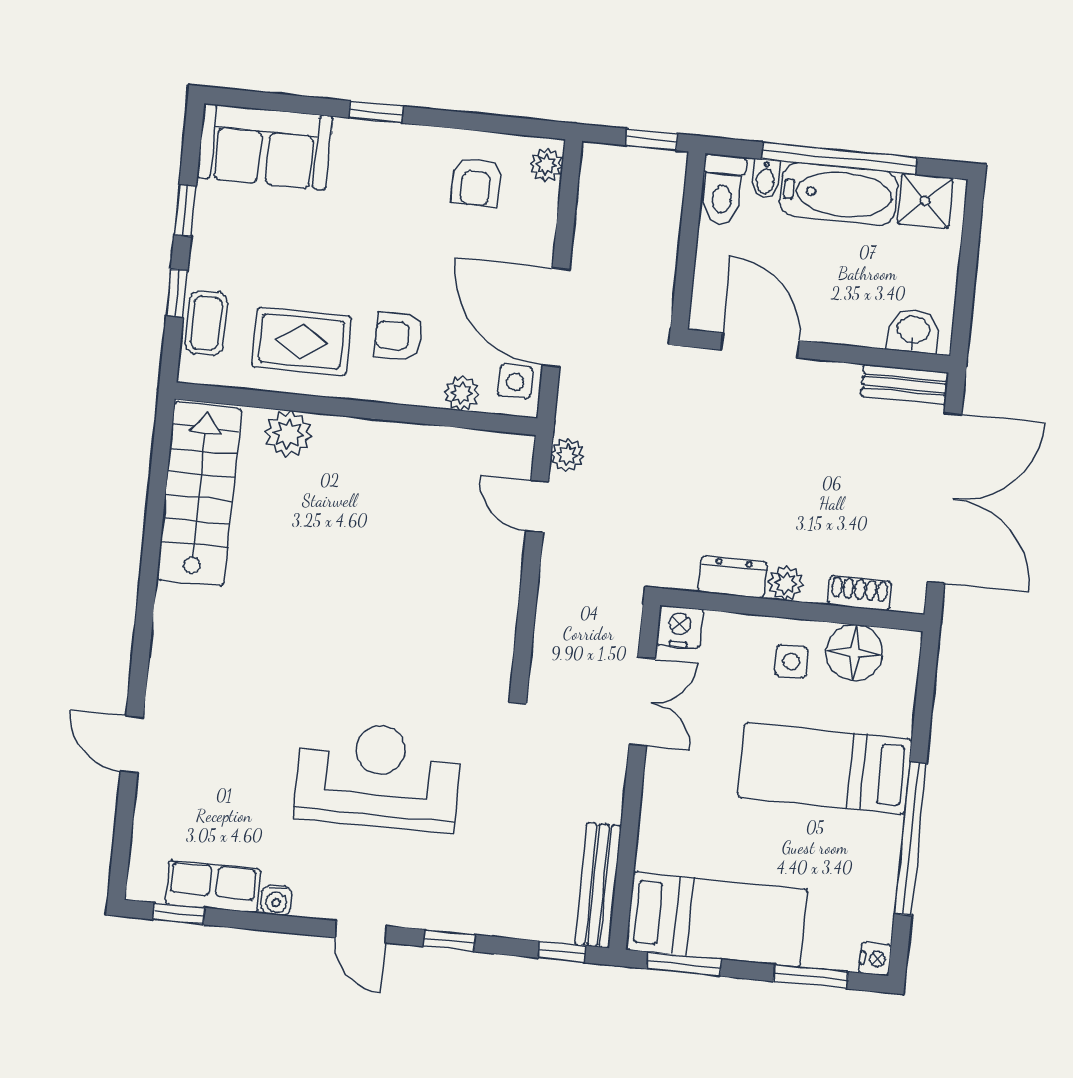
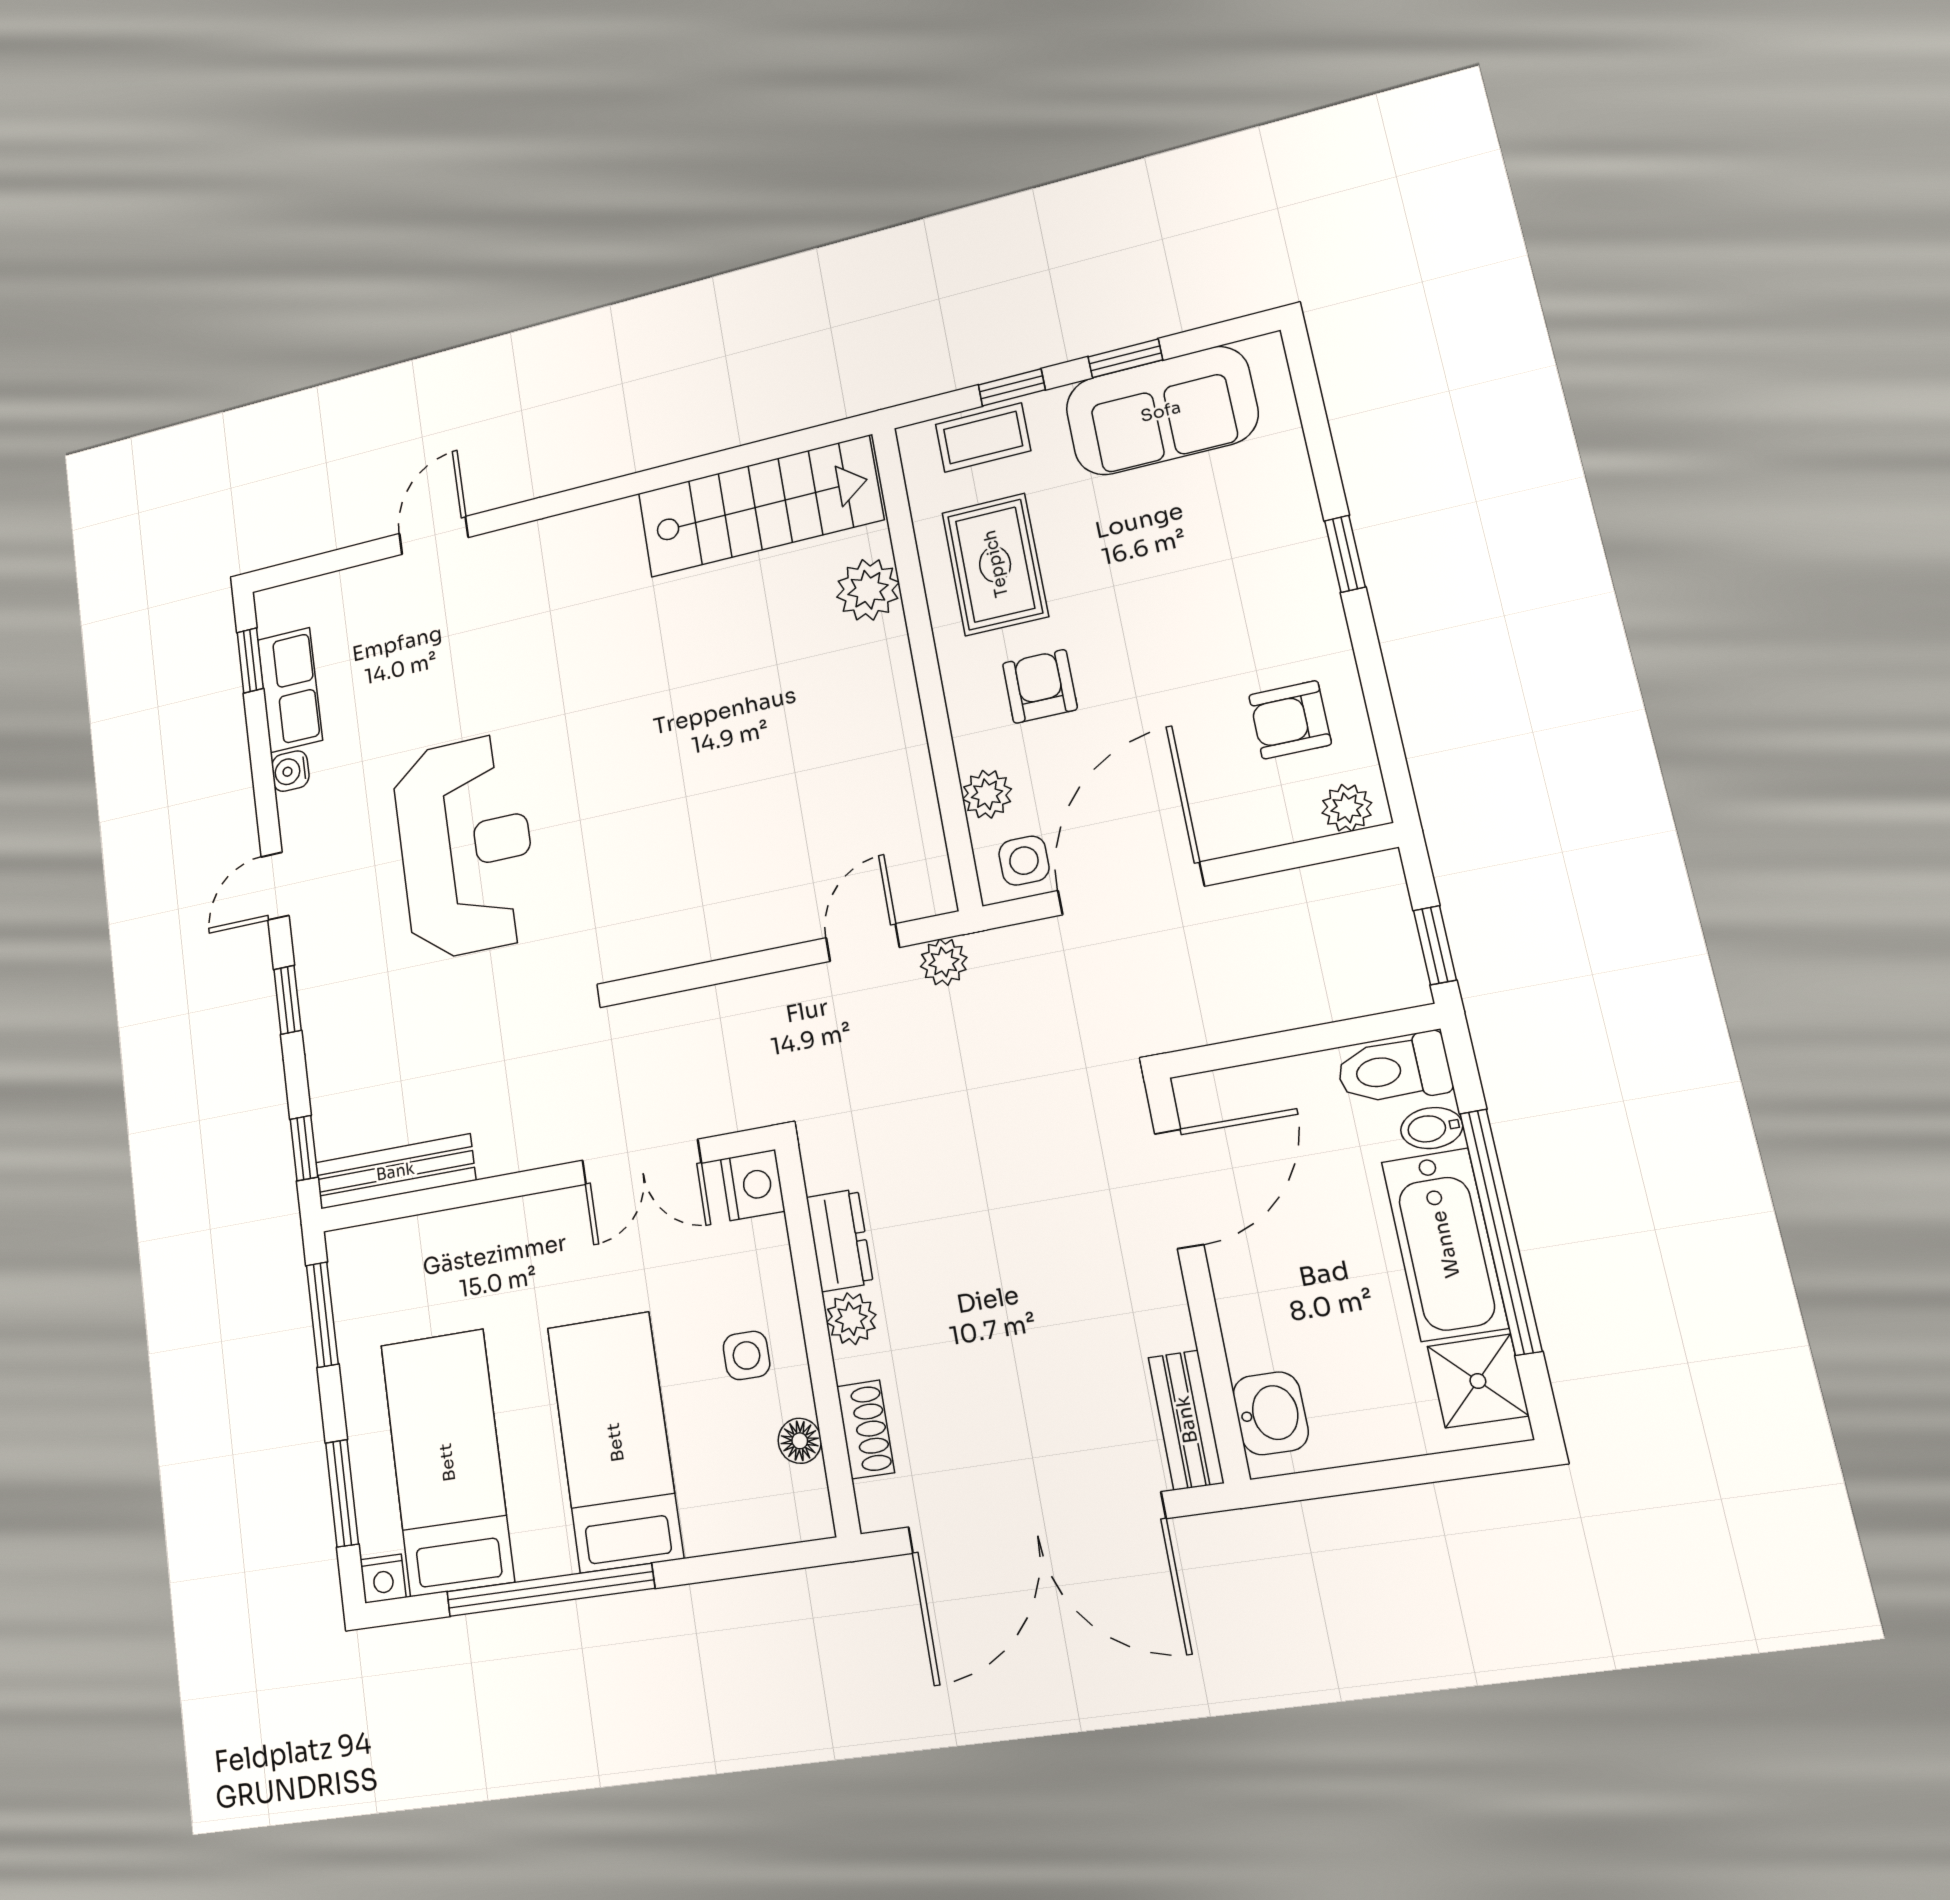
sofa: (265, 147) -> (1161, 411), moved, turned -90
floor lamp: (854, 653) -> (800, 1441), width x0.53, depth x0.53
bed: (717, 919) -> (447, 1462), moved, turned 180

